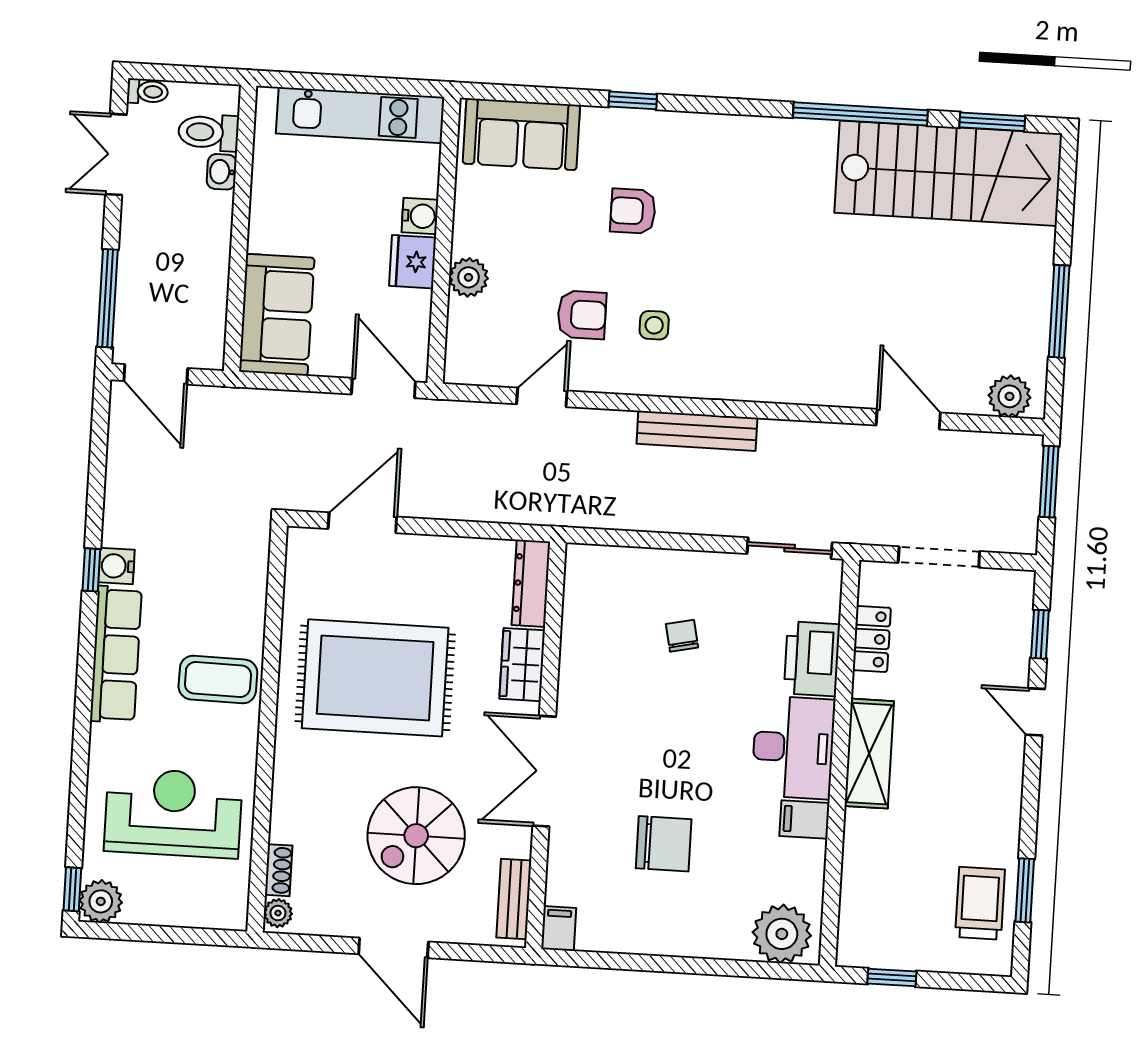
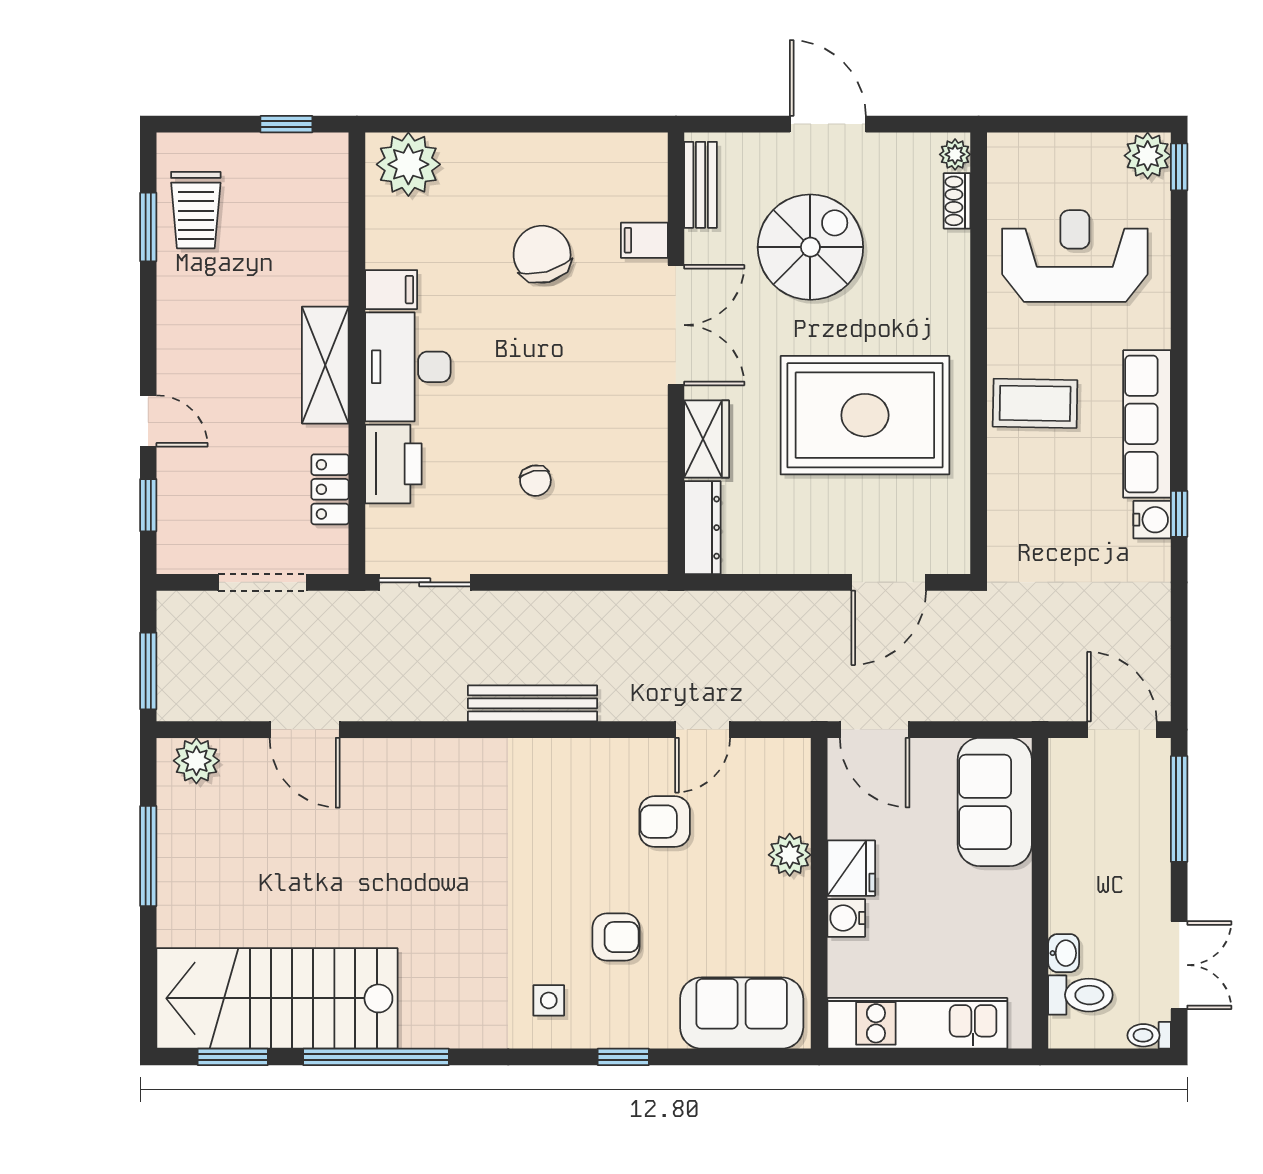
side table: (654, 325) -> (549, 1000), moved
reception desk: (173, 813) -> (1075, 256), turned 180
chair: (664, 844) -> (542, 254), turned 75
filing cabinet: (559, 928) -> (644, 240), moved, turned 90

